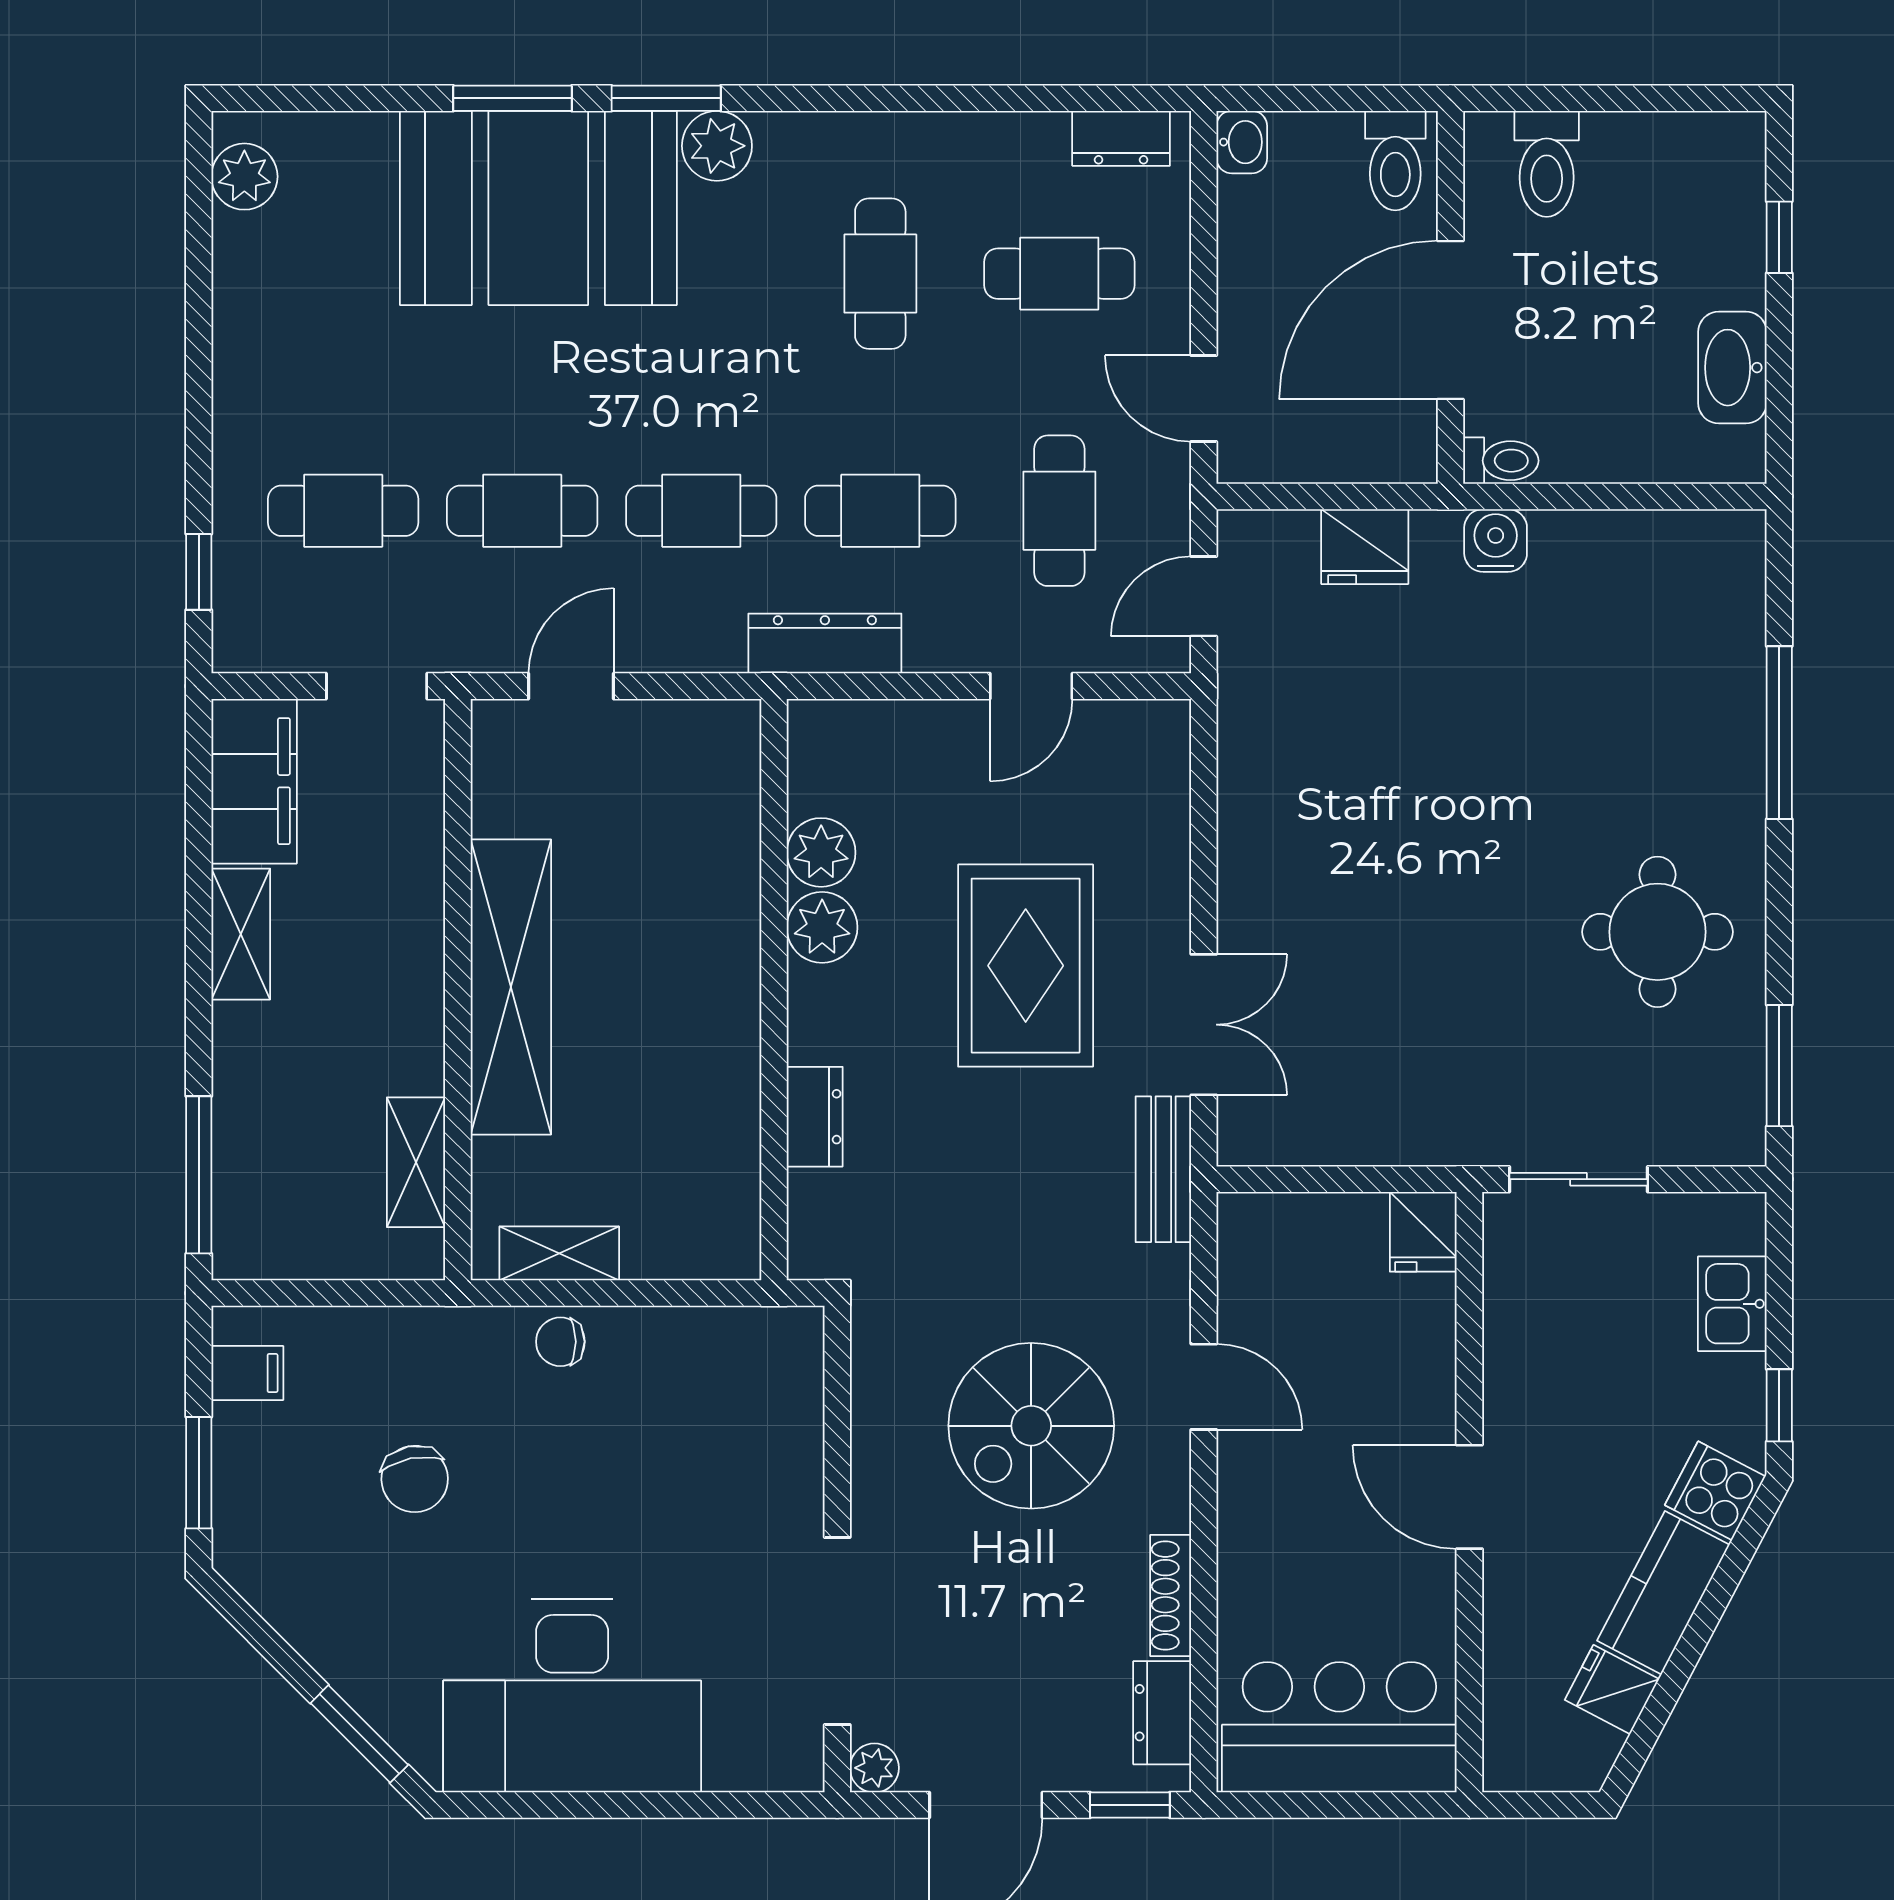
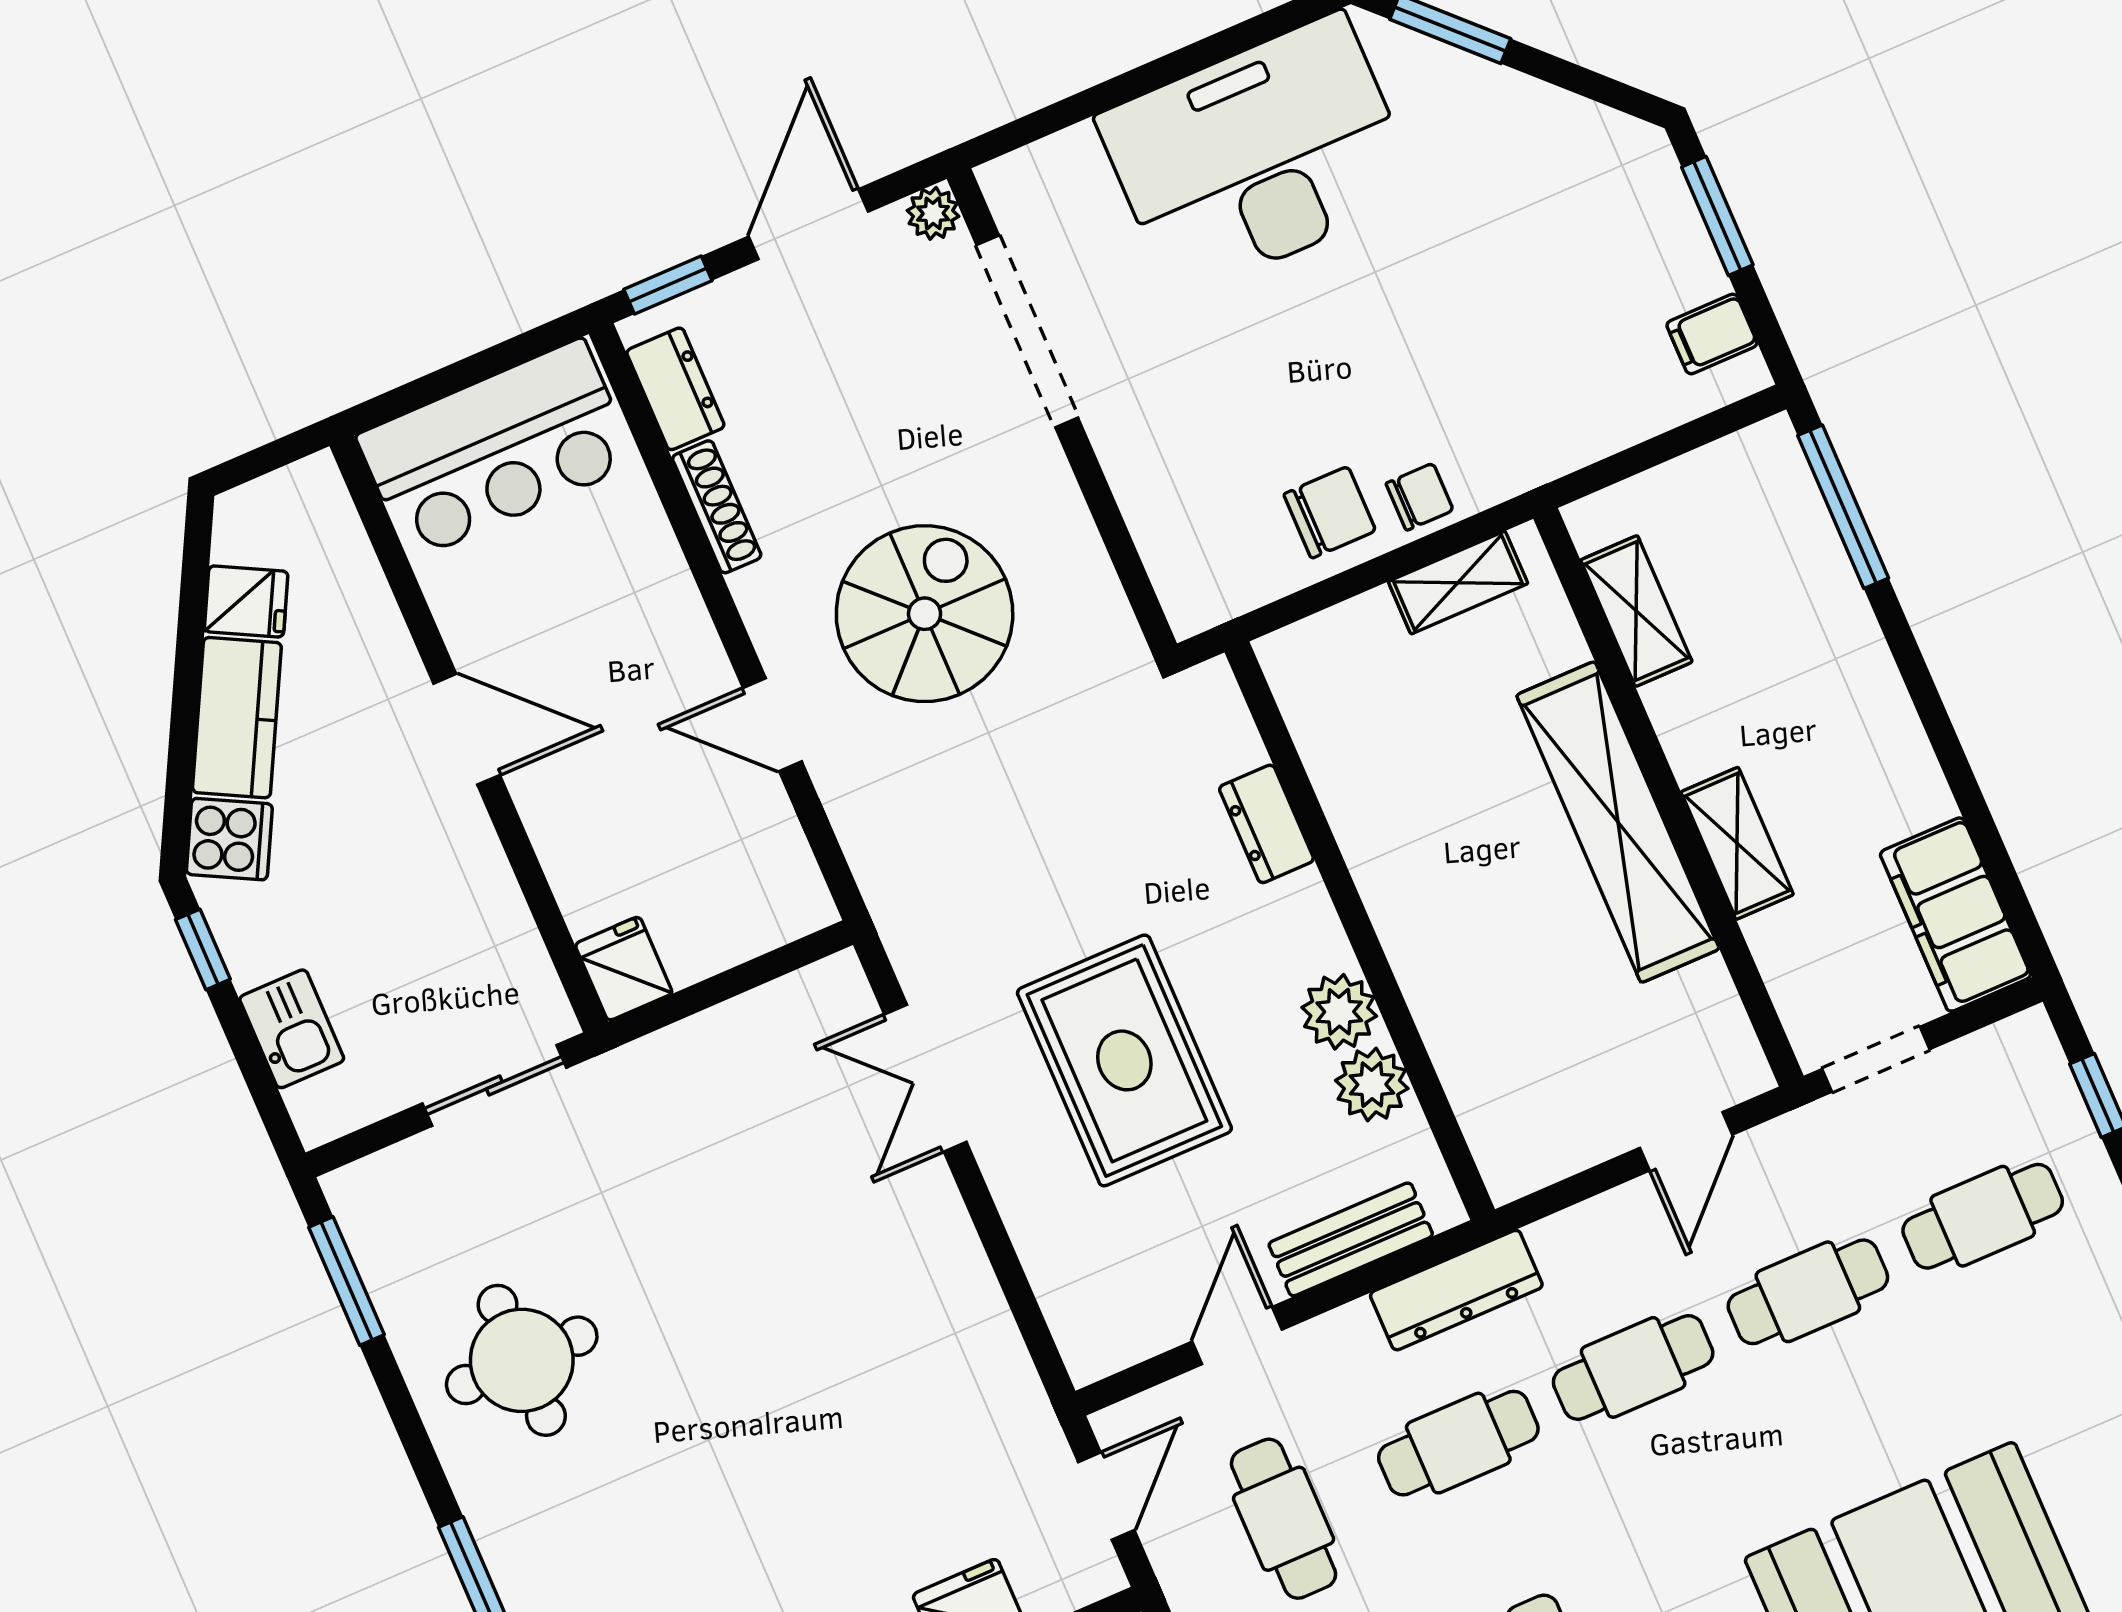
shelving: (241, 934) -> (1737, 843), moved
bench: (1163, 1169) -> (1351, 1239), moved, turned 90
chair: (415, 1479) -> (1330, 512), moved, turned 101

